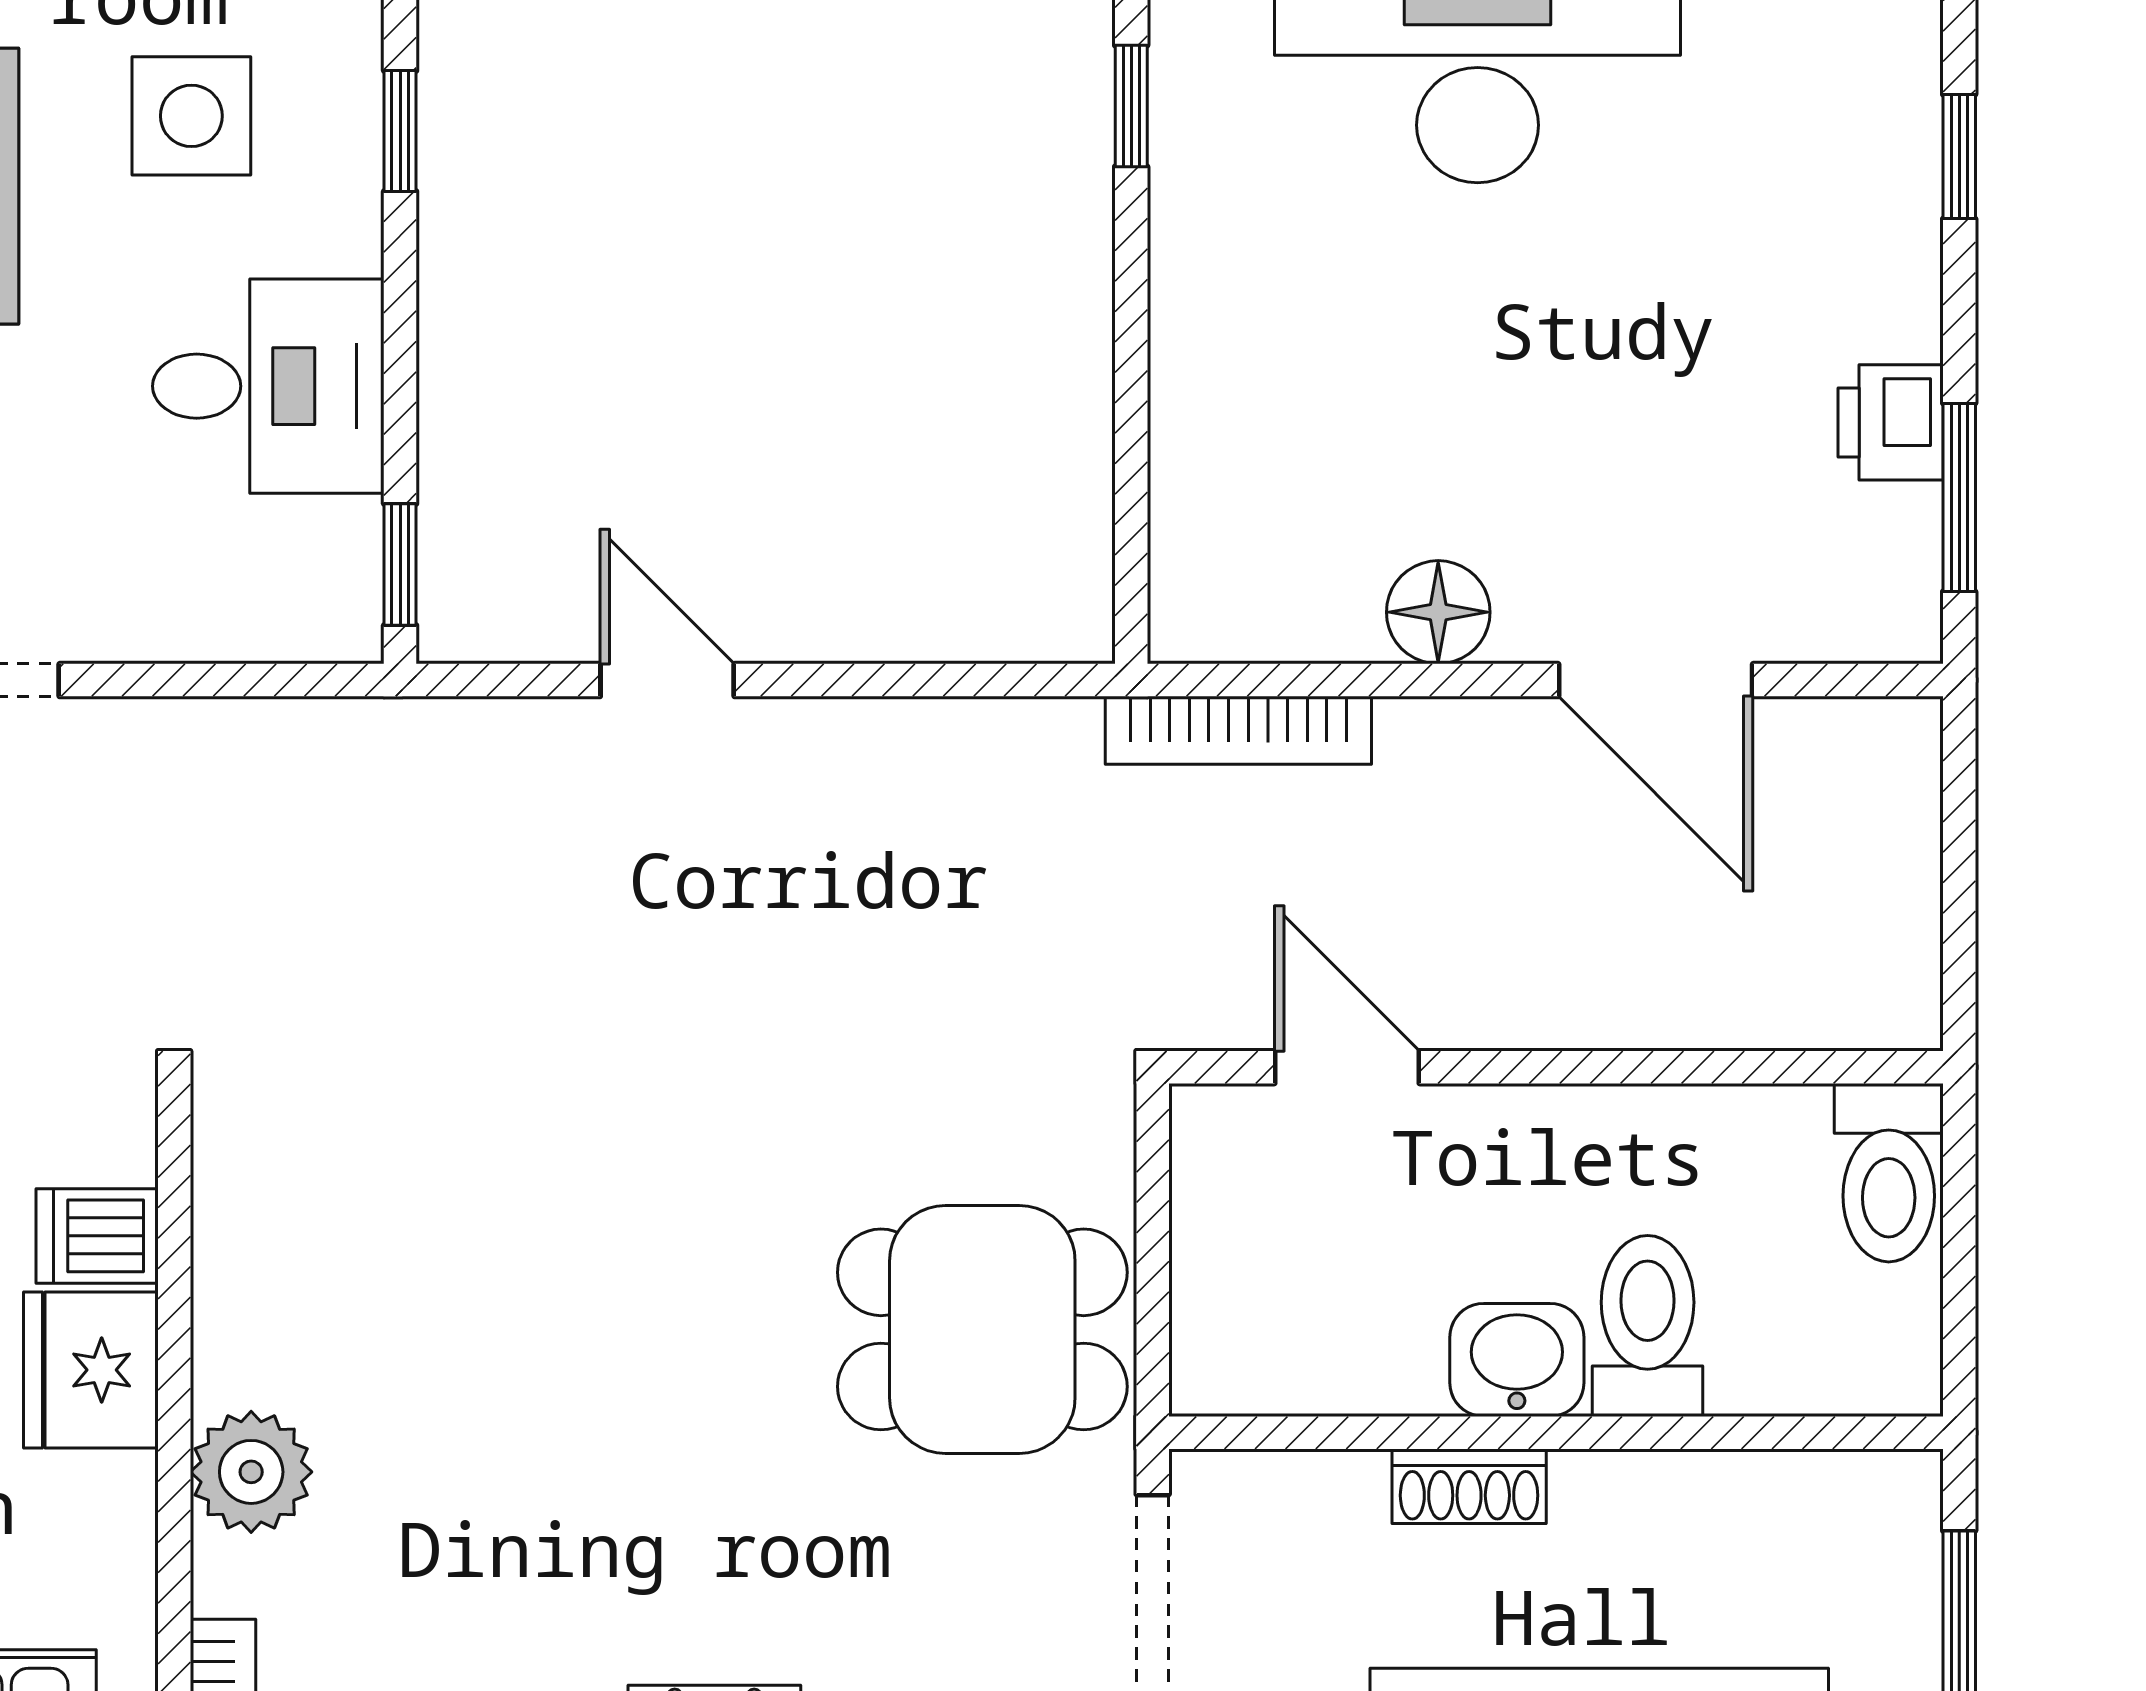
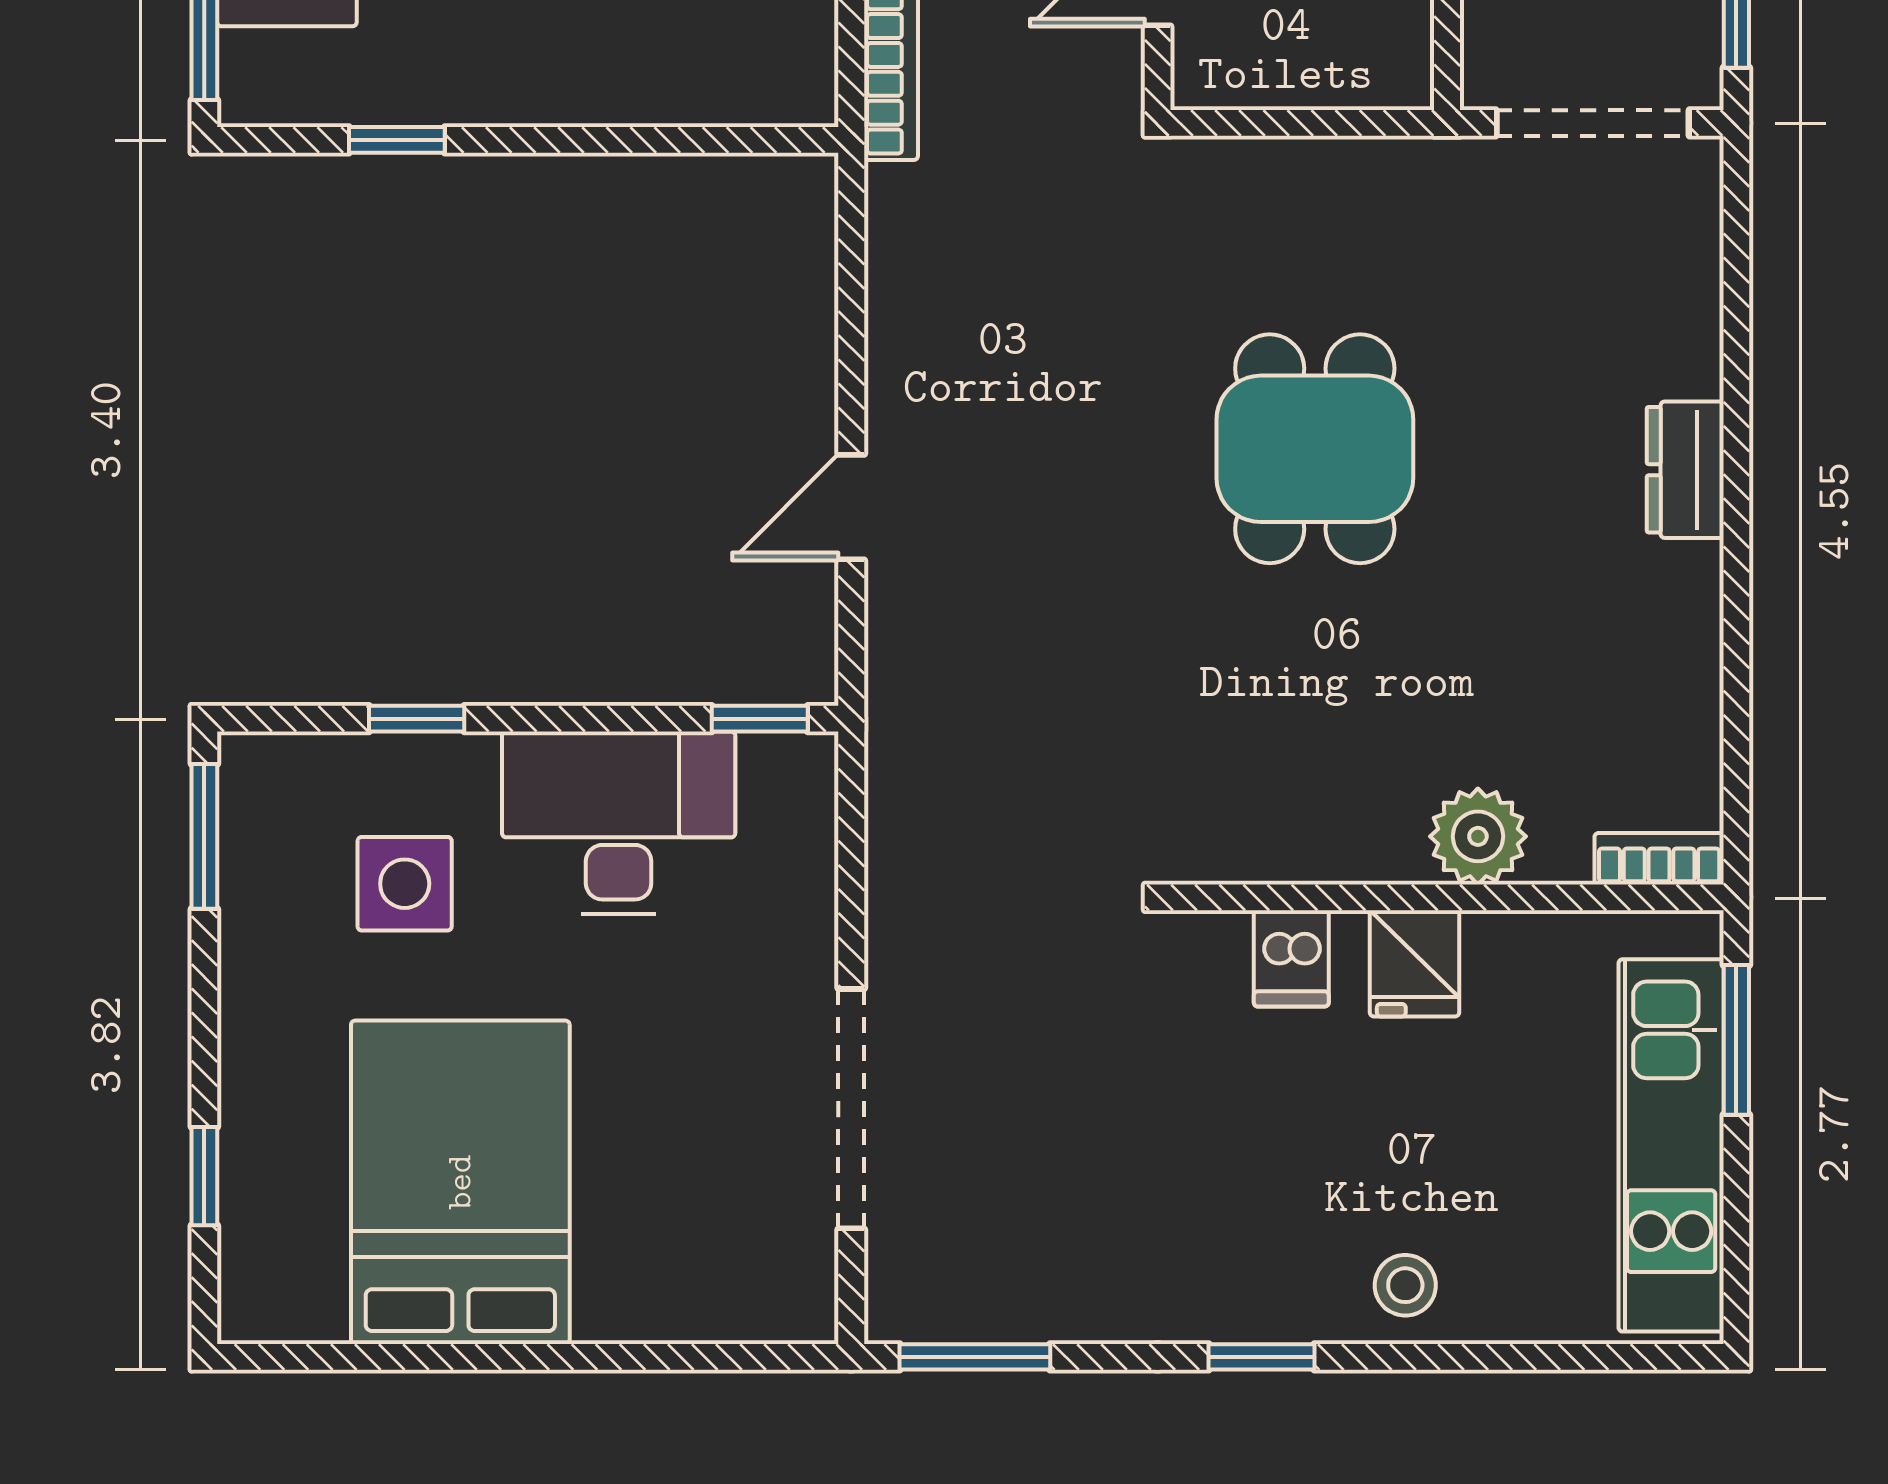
desk: (268, 386) -> (619, 823), width x1.37
dining table: (982, 1329) -> (1315, 449), moved
fridge: (91, 1370) -> (1415, 963), width x0.72

